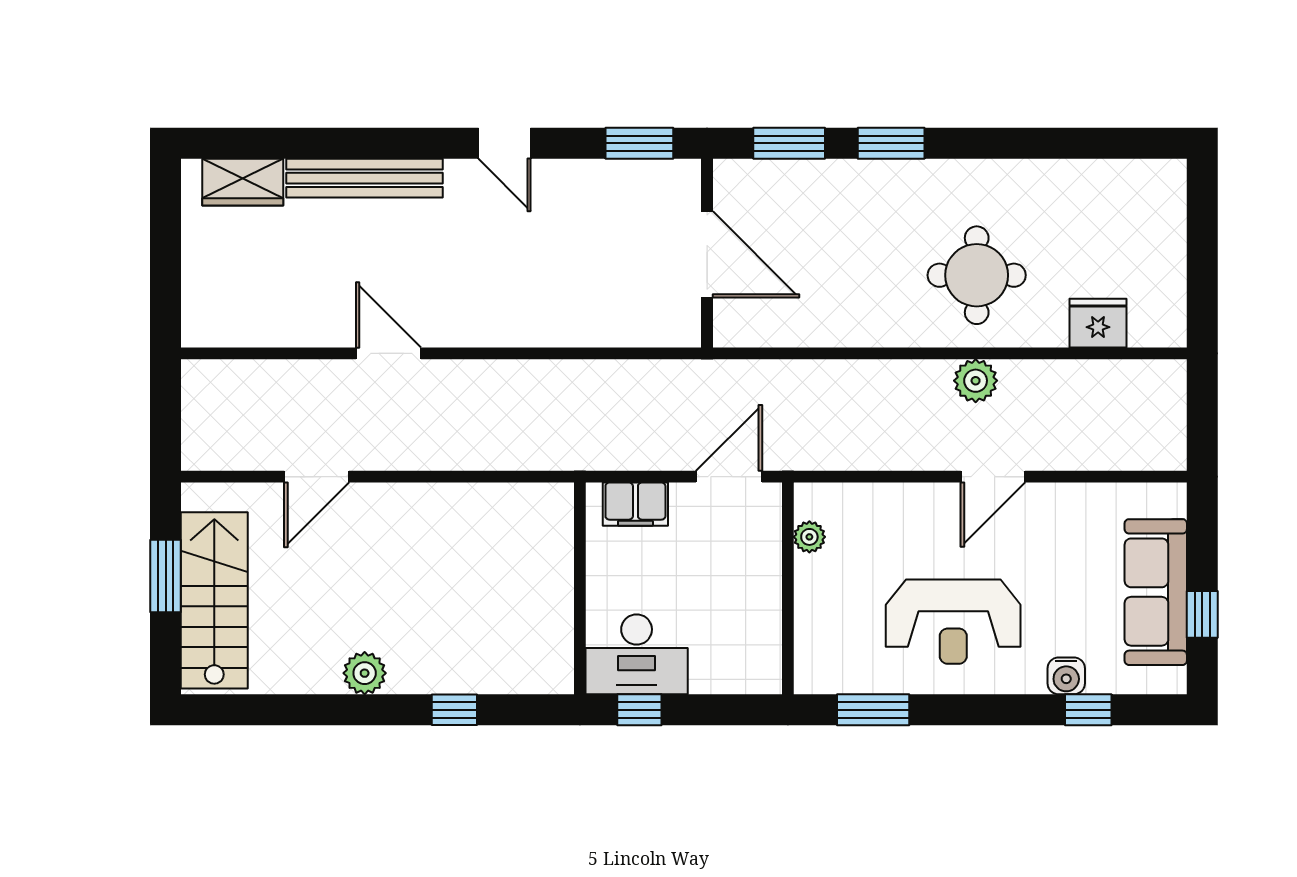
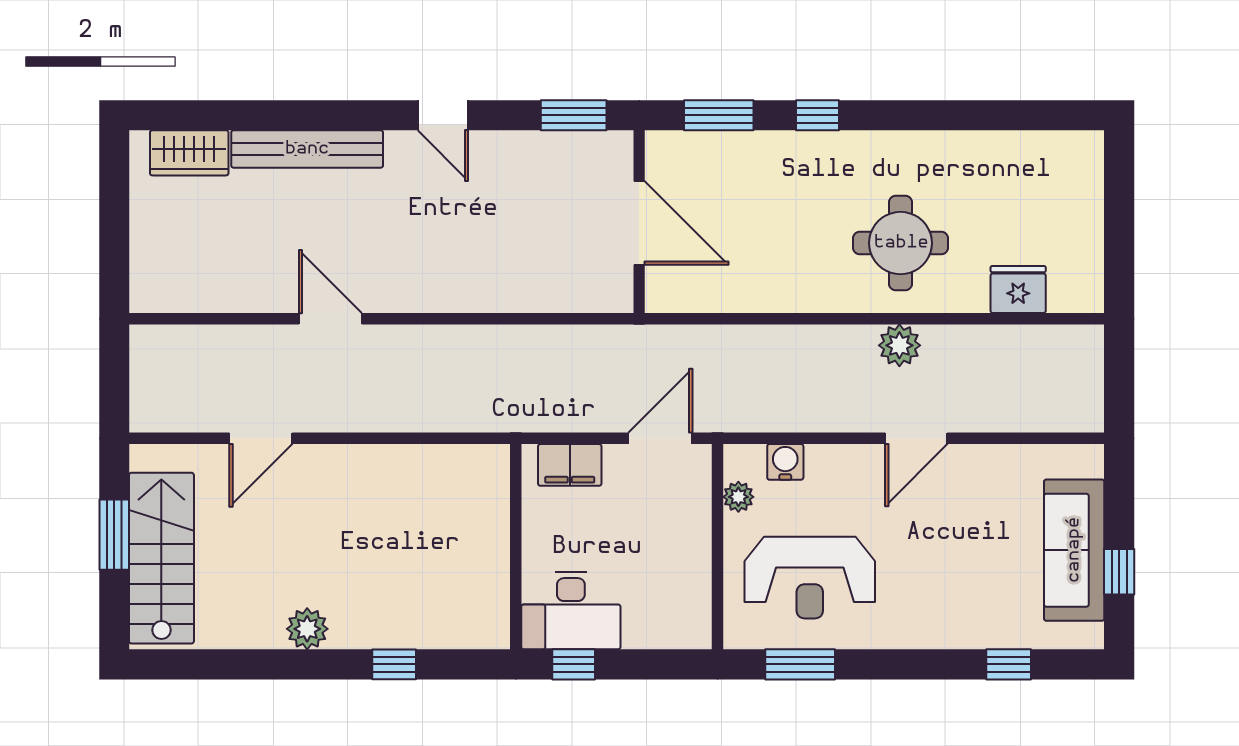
window: (891, 143) -> (818, 115), width x0.67
reception desk: (953, 622) -> (810, 578), moved
water cooler: (1066, 676) -> (785, 462), moved, turned 180

